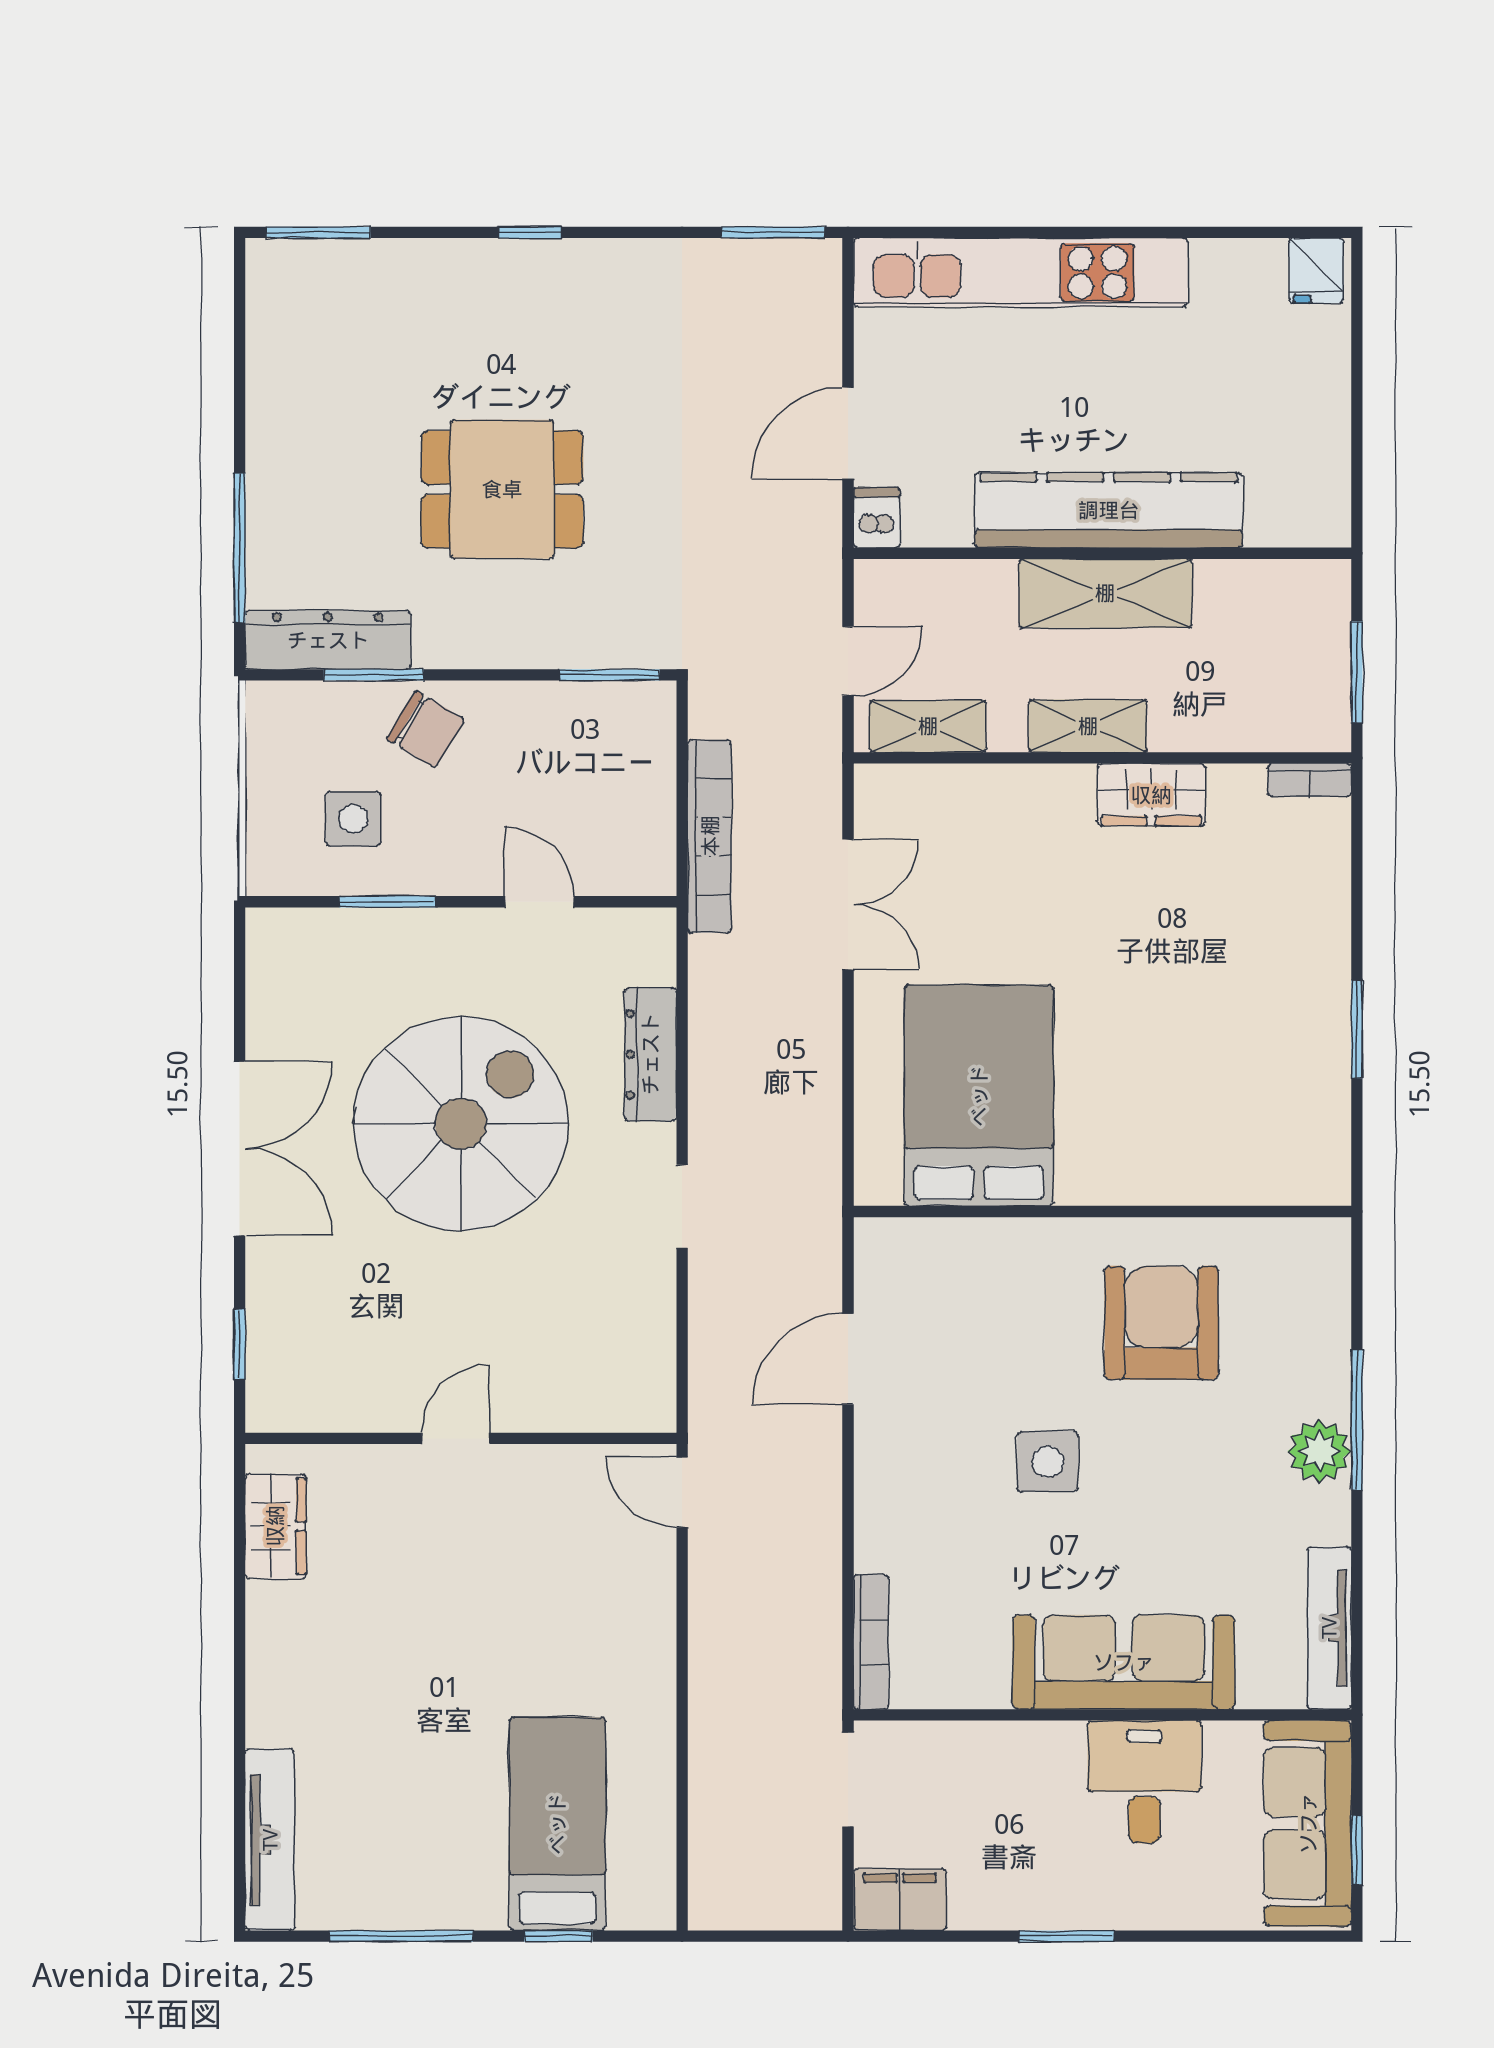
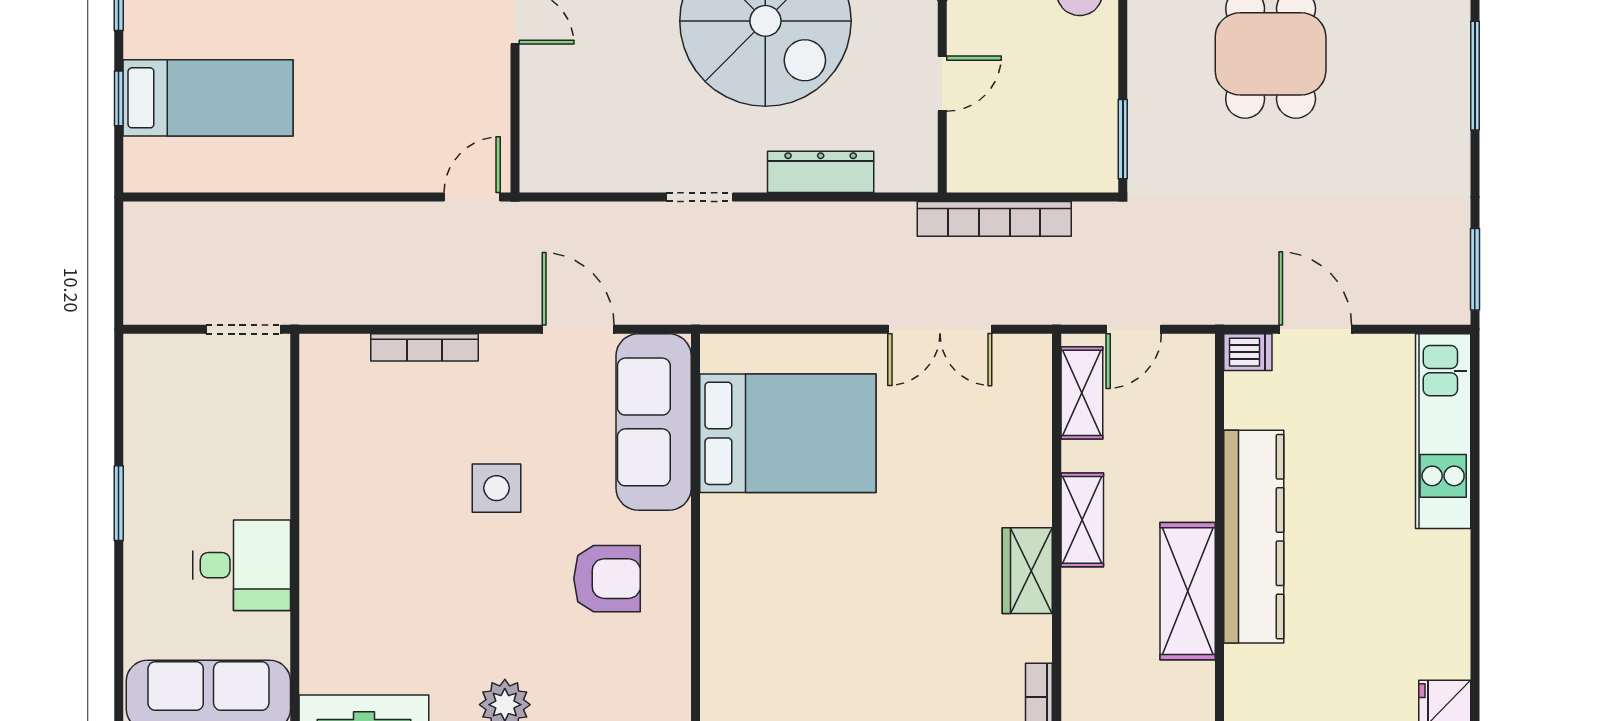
window: (530, 232) -> (1475, 76), width x2.17
kitchen unit: (1021, 272) -> (1443, 431), width x0.73
shelving: (1105, 593) -> (1188, 591), moved
door: (848, 661) -> (1134, 329), hinge flipped
armchair: (1161, 1323) -> (607, 579), width x0.73, depth x0.73
bookcase: (871, 1642) -> (425, 347), moved
sofa: (1124, 1662) -> (654, 422), moved, turned 180
filing cabinet: (900, 1900) -> (148, 371), removed

